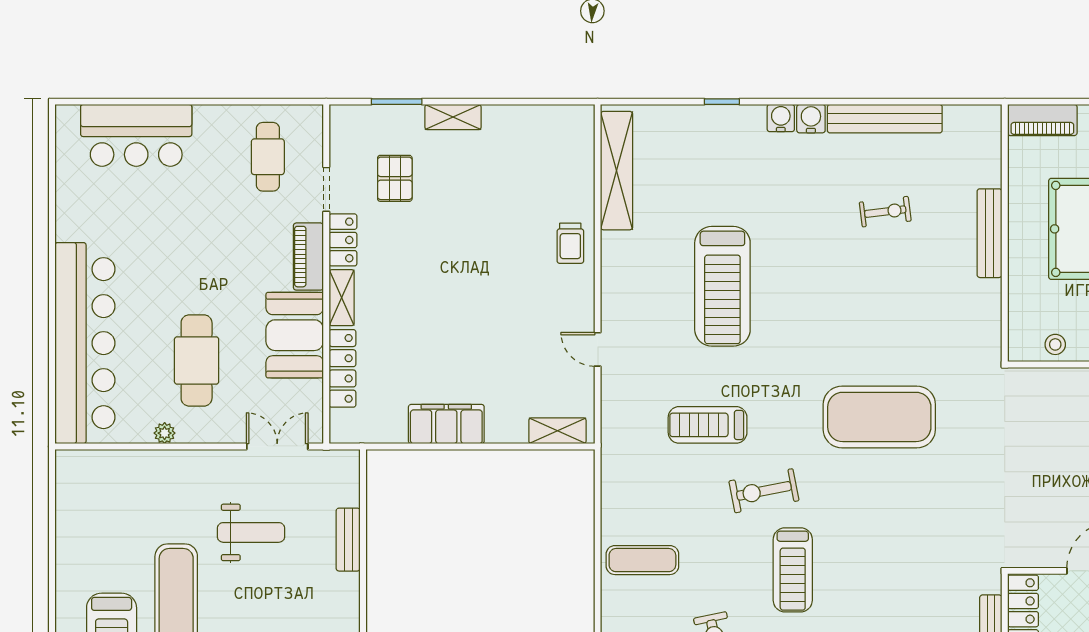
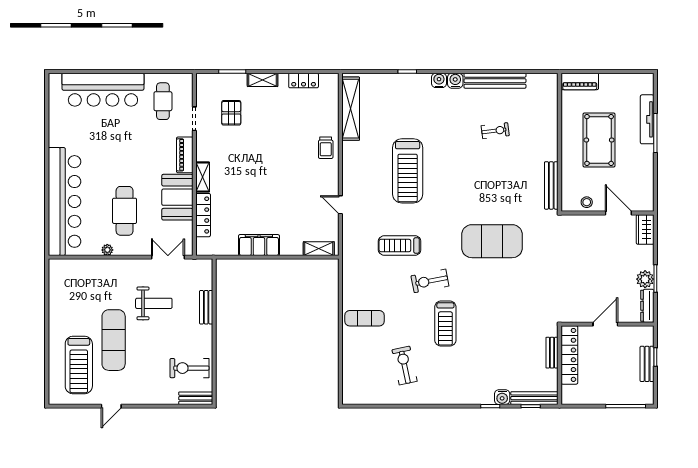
bar counter: (136, 135) -> (103, 90), width x1.36
bench: (989, 233) -> (551, 185), moved
locker: (343, 240) -> (304, 80), moved, turned 90

